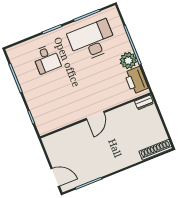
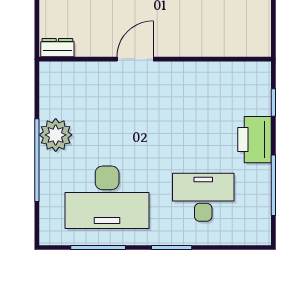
desk: (46, 59) -> (203, 197), width x1.37
printer: (136, 80) -> (254, 140), moved, turned 180
door: (95, 116) -> (135, 59), moved

